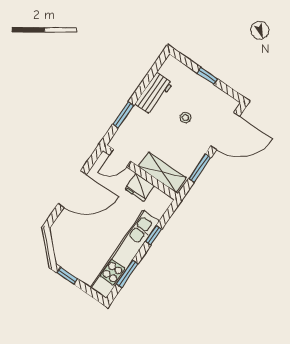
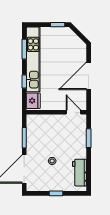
workbench: (154, 94) -> (80, 173), moved
door: (120, 158) -> (74, 112), hinge flipped
shelving: (162, 172) -> (44, 121), removed
fridge: (140, 187) -> (33, 101), moved, turned 90

